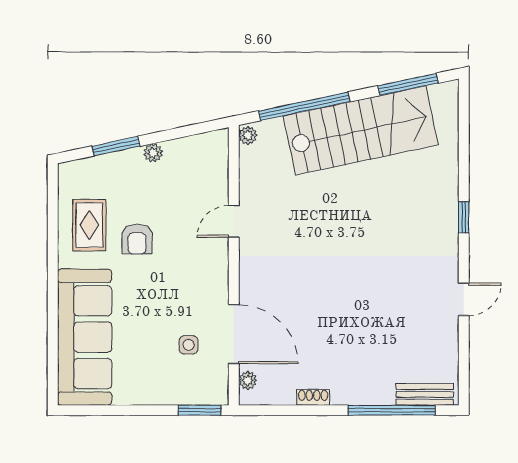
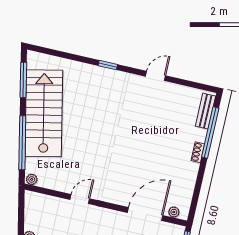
door: (234, 221) -> (80, 199), swing flipped
door: (464, 299) -> (155, 76), hinge flipped
shoe rack: (313, 397) -> (198, 152), moved

